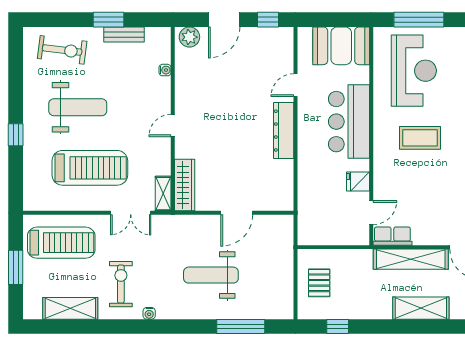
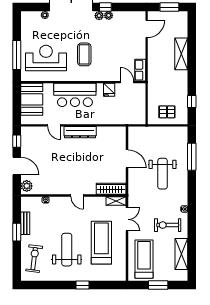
shelving: (411, 259) -> (153, 60), removed

